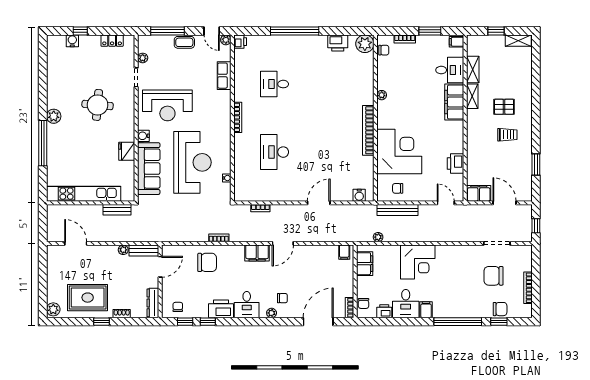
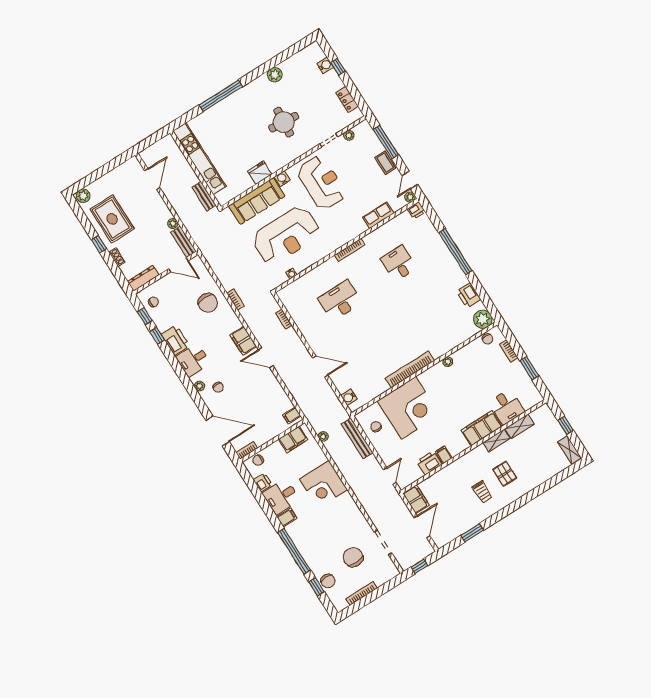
filing cabinet: (457, 42) -> (444, 455), moved
reception desk: (167, 105) -> (322, 183), turned 180
plant: (54, 116) -> (275, 75), moved

